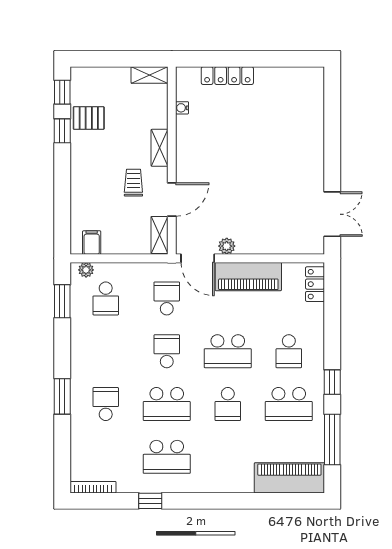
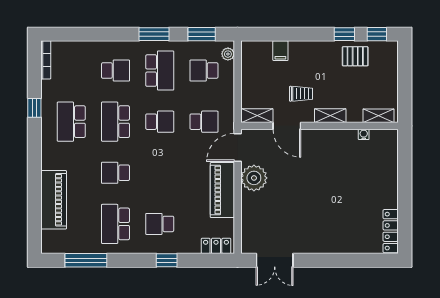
shelving: (150, 75) -> (379, 116), moved, turned 90
locker: (227, 76) -> (391, 231), moved
pallet: (89, 118) -> (355, 56), turned 90
filing cabinet: (92, 243) -> (280, 51), moved, turned 90
plant: (227, 246) -> (254, 178), width x1.87, depth x1.87
school desk: (228, 351) -> (160, 71), moved, turned 180
window: (332, 382) -> (167, 260), moved
window: (62, 396) -> (154, 34), moved
piano: (289, 478) -> (54, 200), moved

